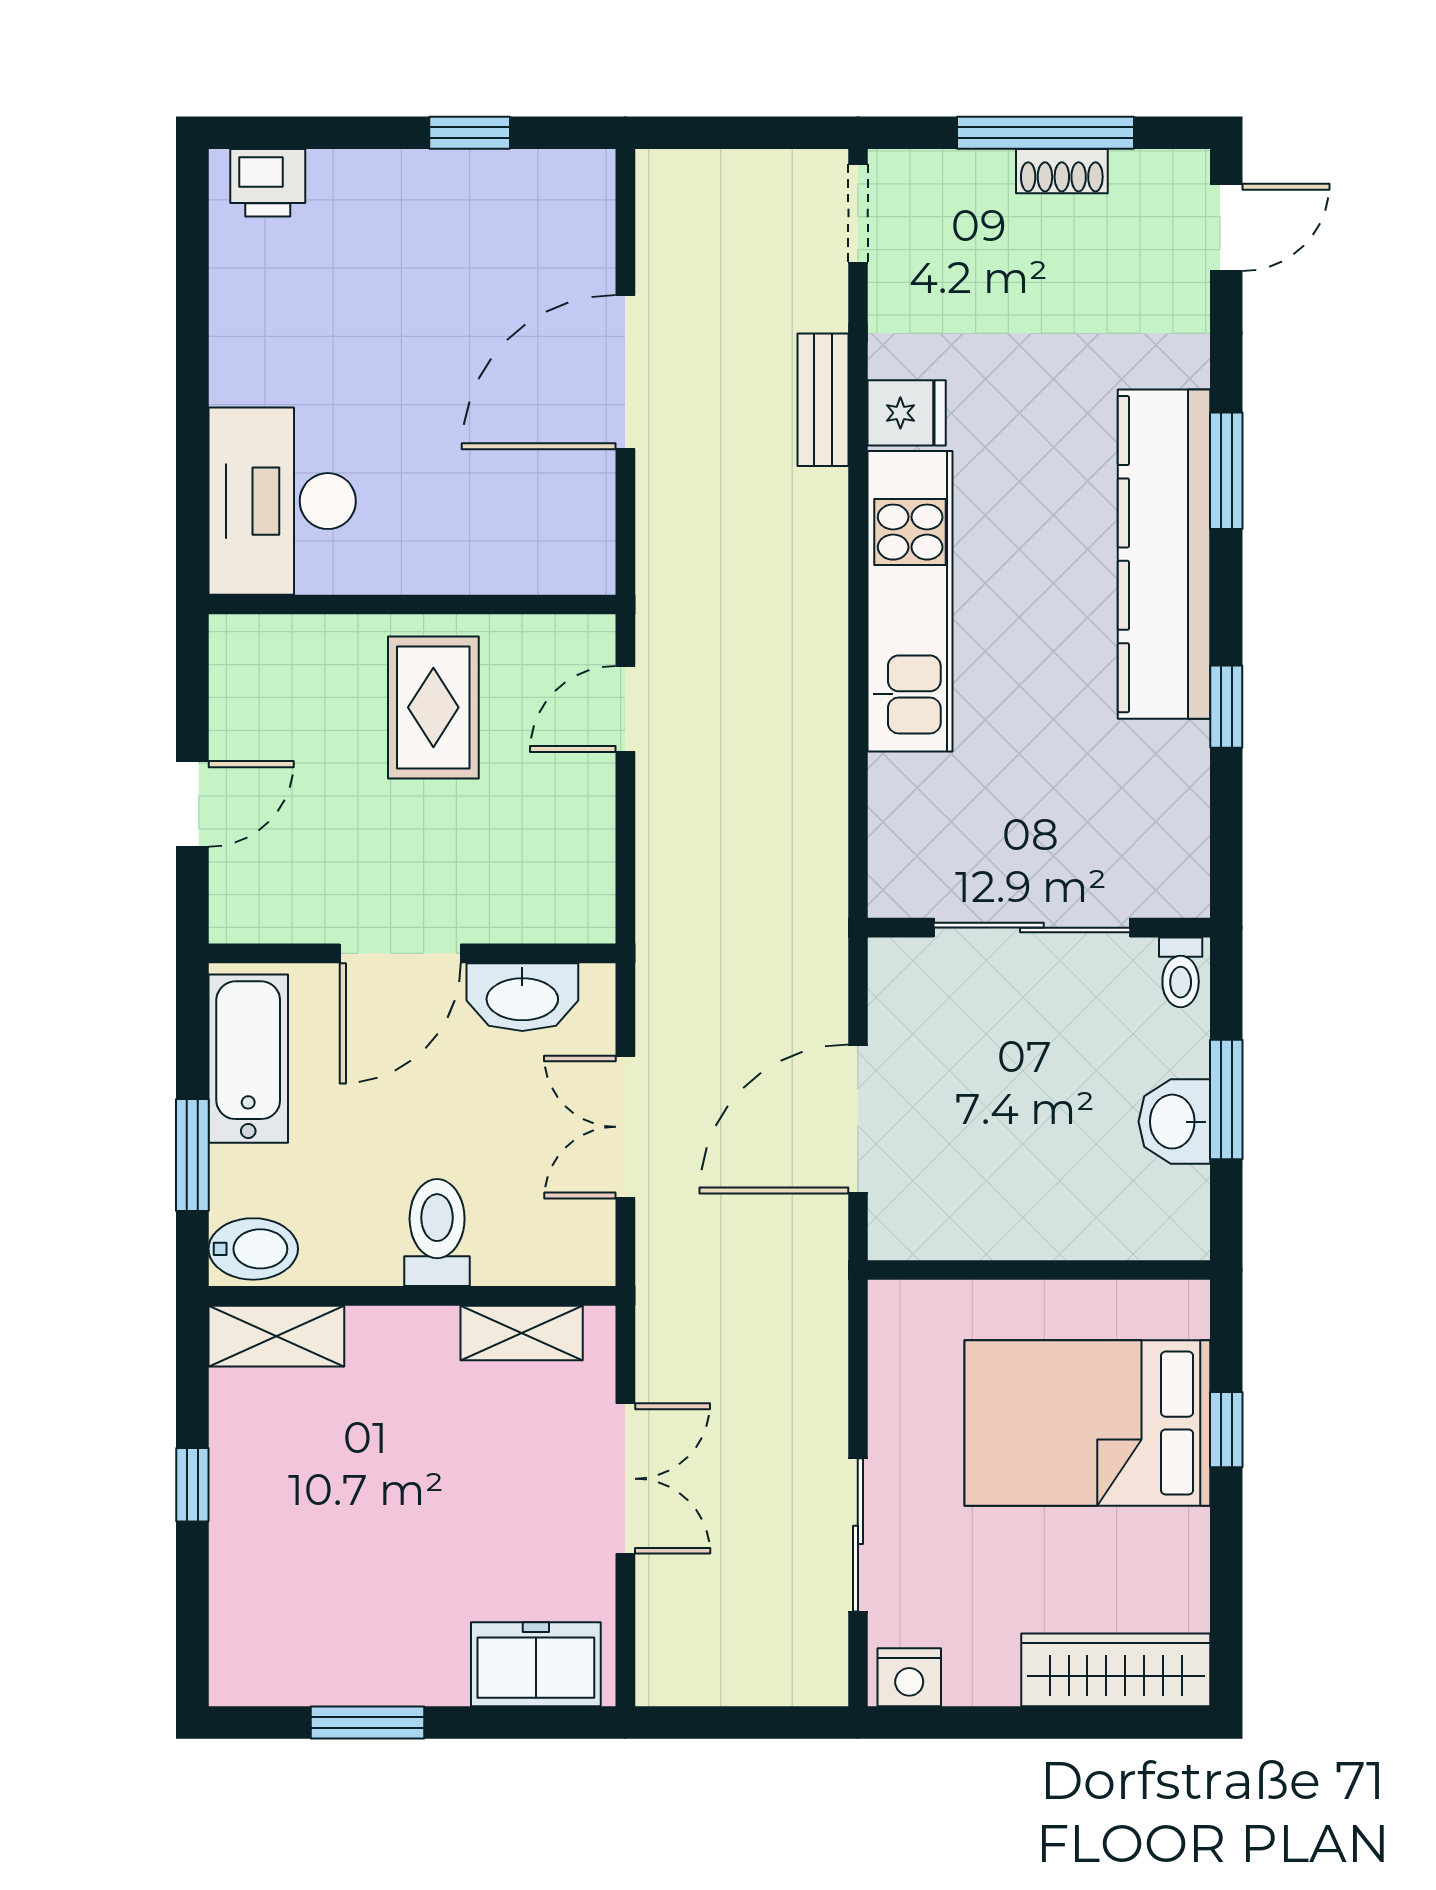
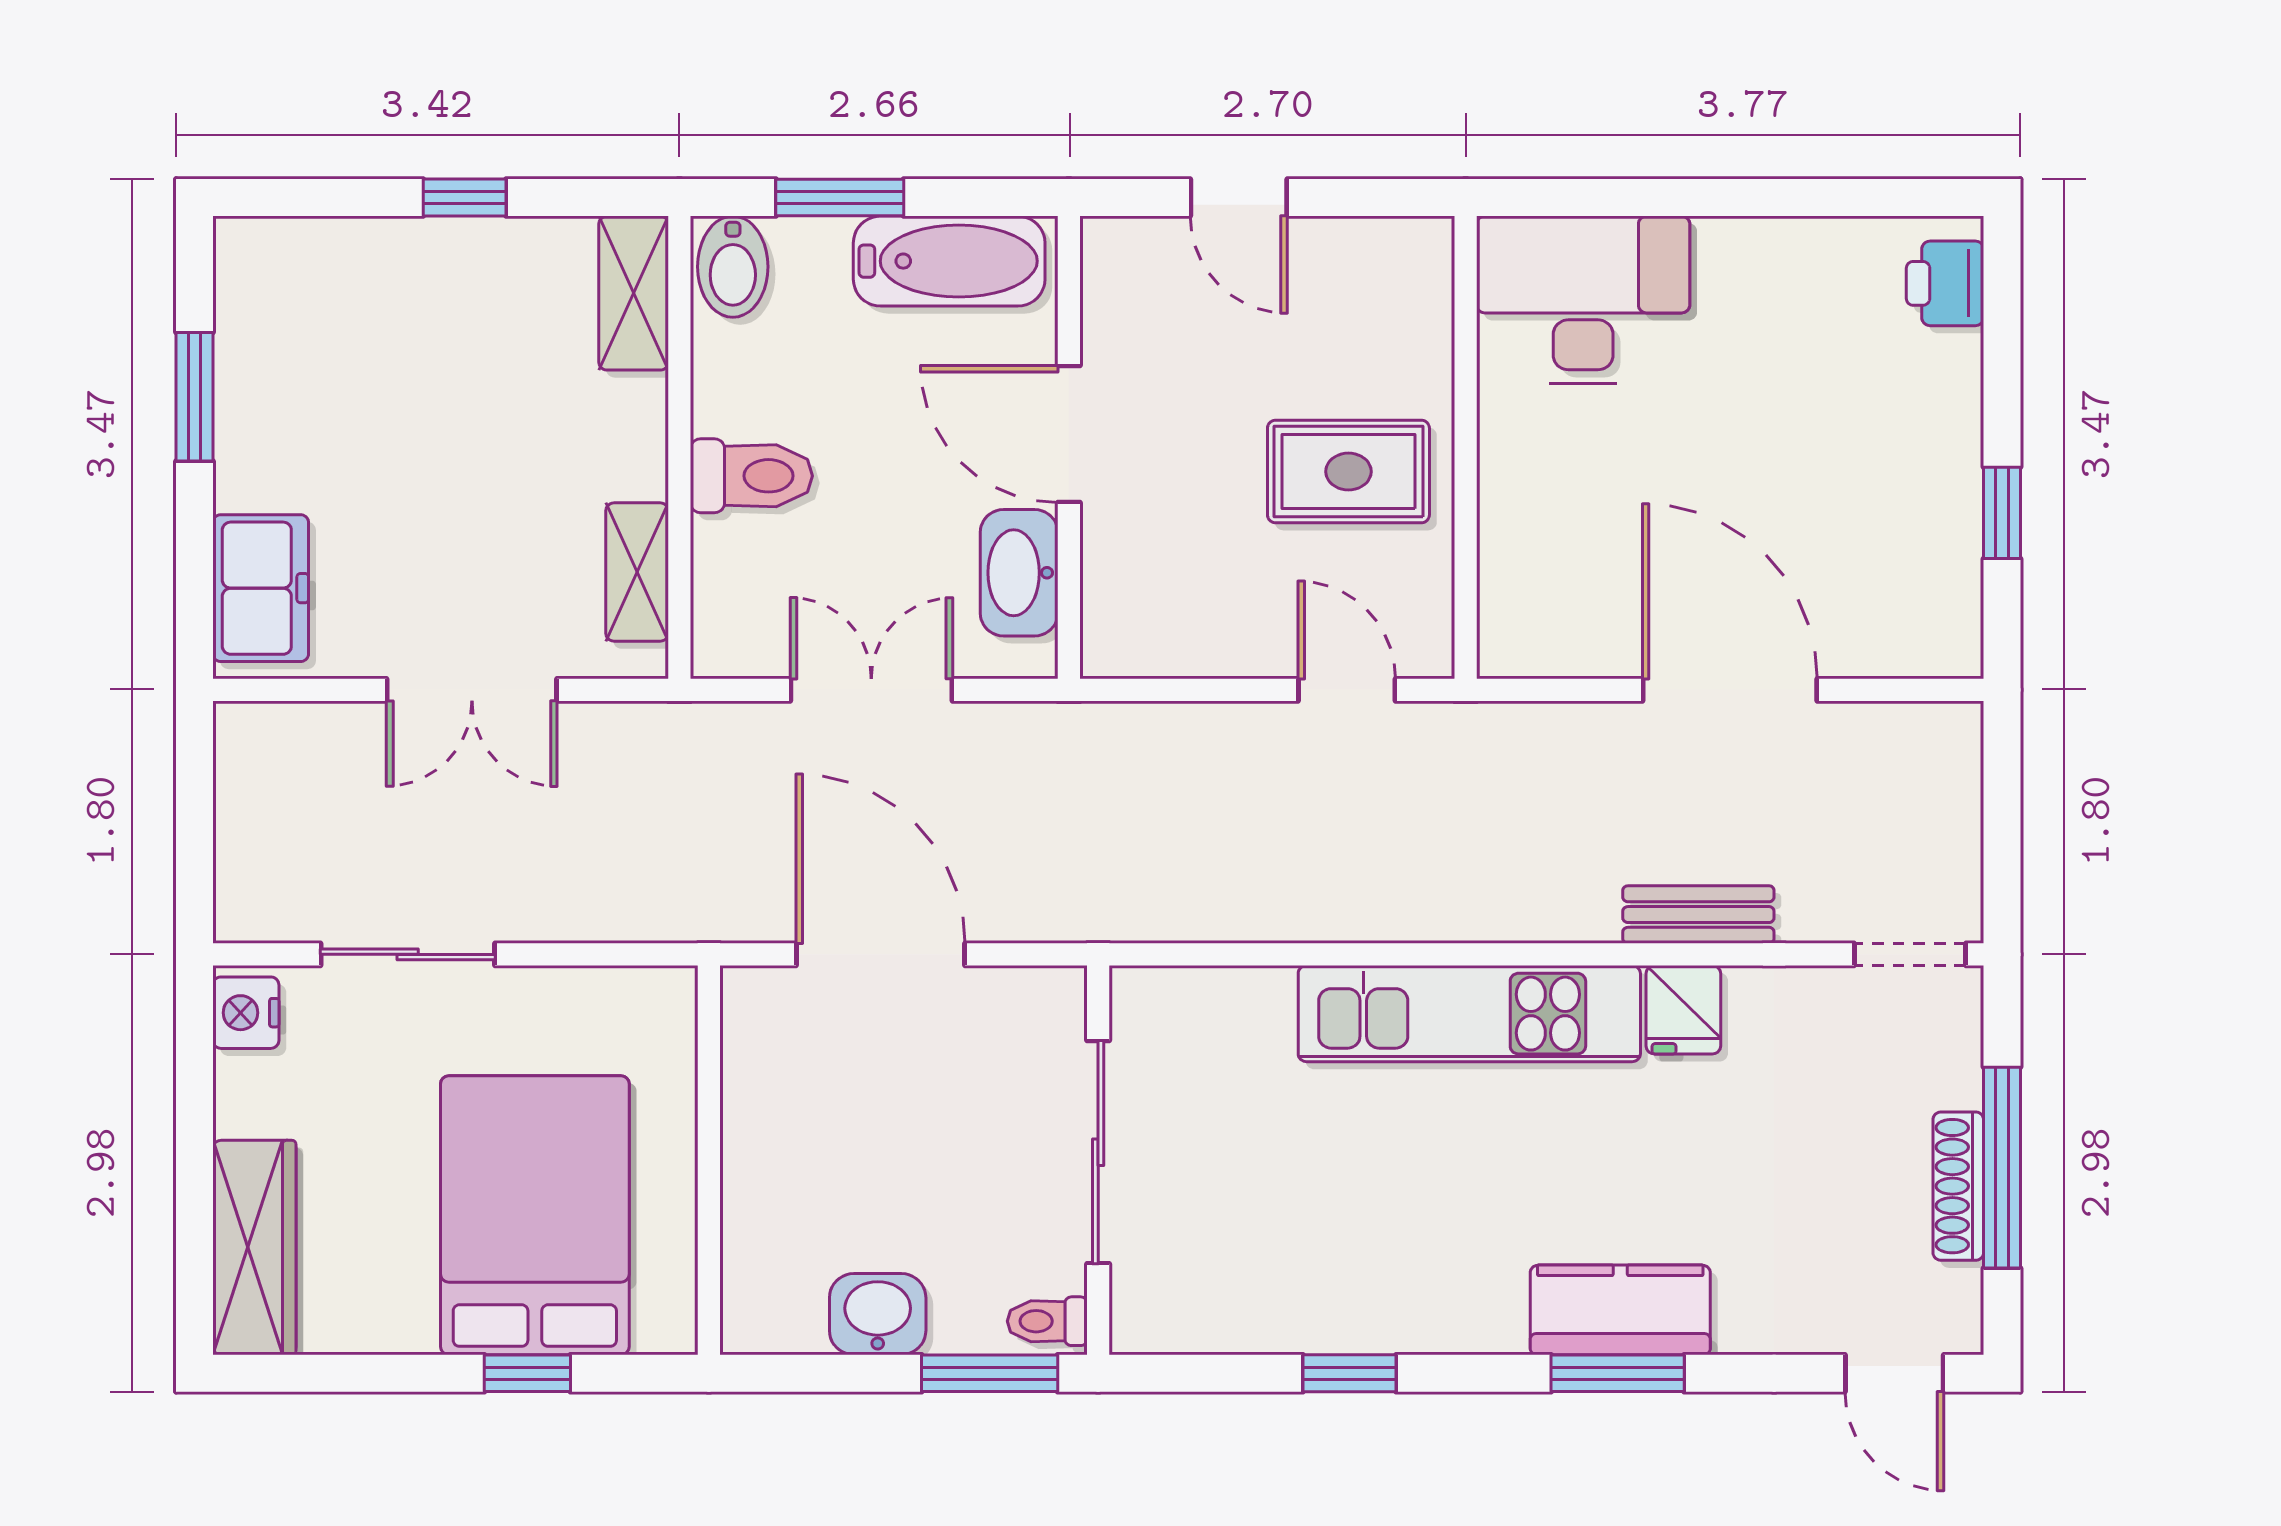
shoe rack: (1062, 171) -> (1958, 1186), width x1.43
kitchen counter: (1164, 554) -> (1620, 1310), width x0.48, depth x0.86
window: (1226, 1100) -> (990, 1373), moved

